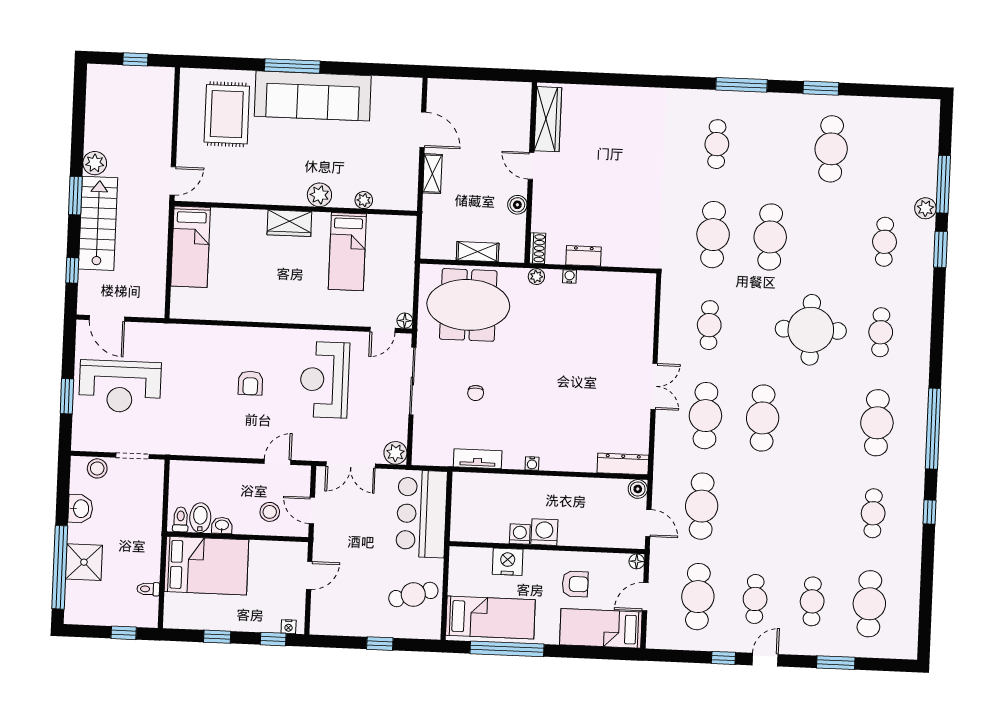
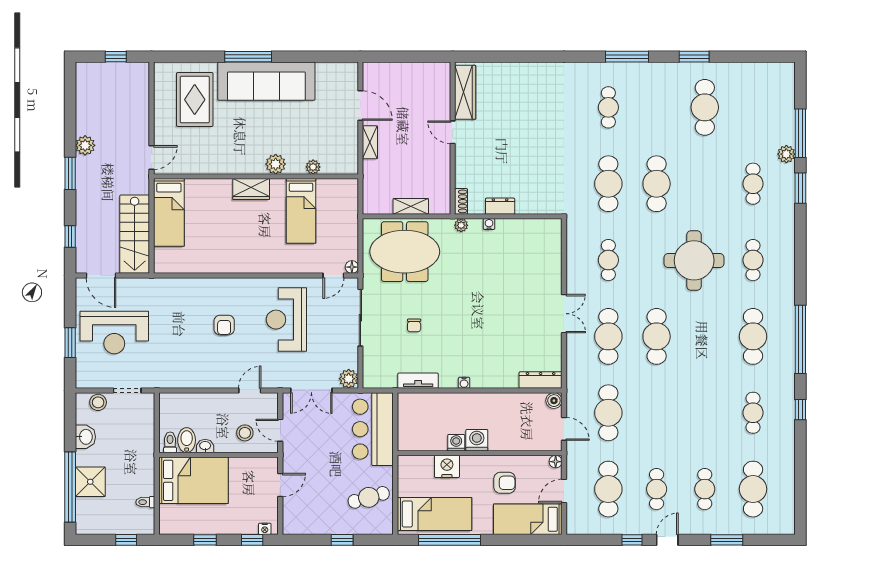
boiler: (517, 205) -> (443, 166), removed
stairs: (98, 223) -> (135, 234), moved, turned 180

